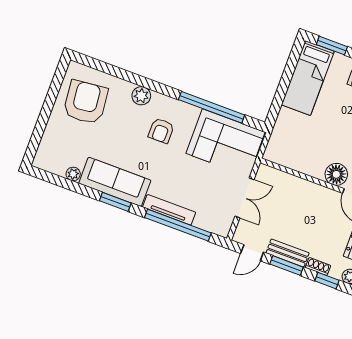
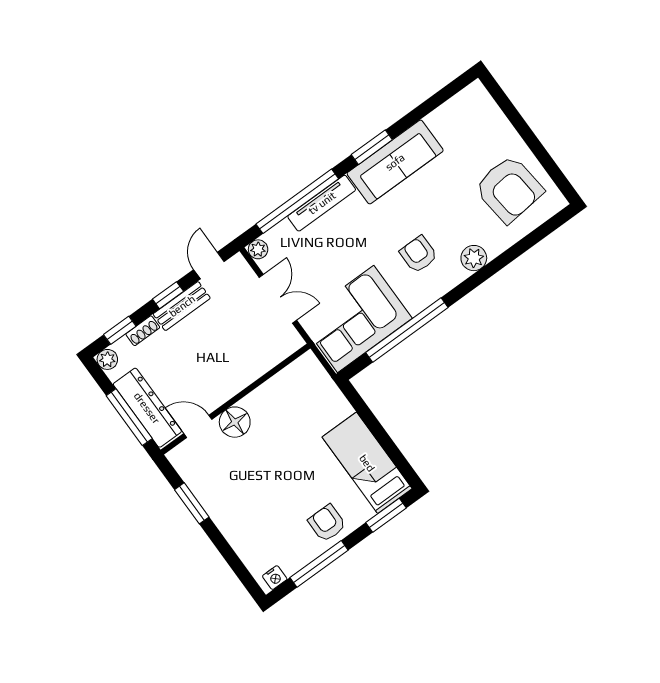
plant: (73, 174) -> (258, 249), moved
double door: (244, 198) -> (278, 299), swing flipped
window: (286, 266) -> (168, 295), width x0.67

